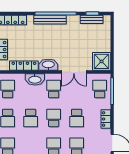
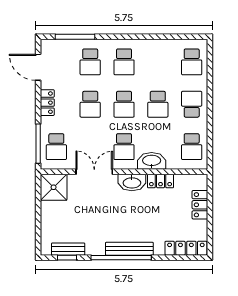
locker: (24, 66) -> (161, 181), width x0.66
school desk: (31, 118) -> (158, 104), turned 180
school desk: (77, 118) -> (90, 104), turned 180

